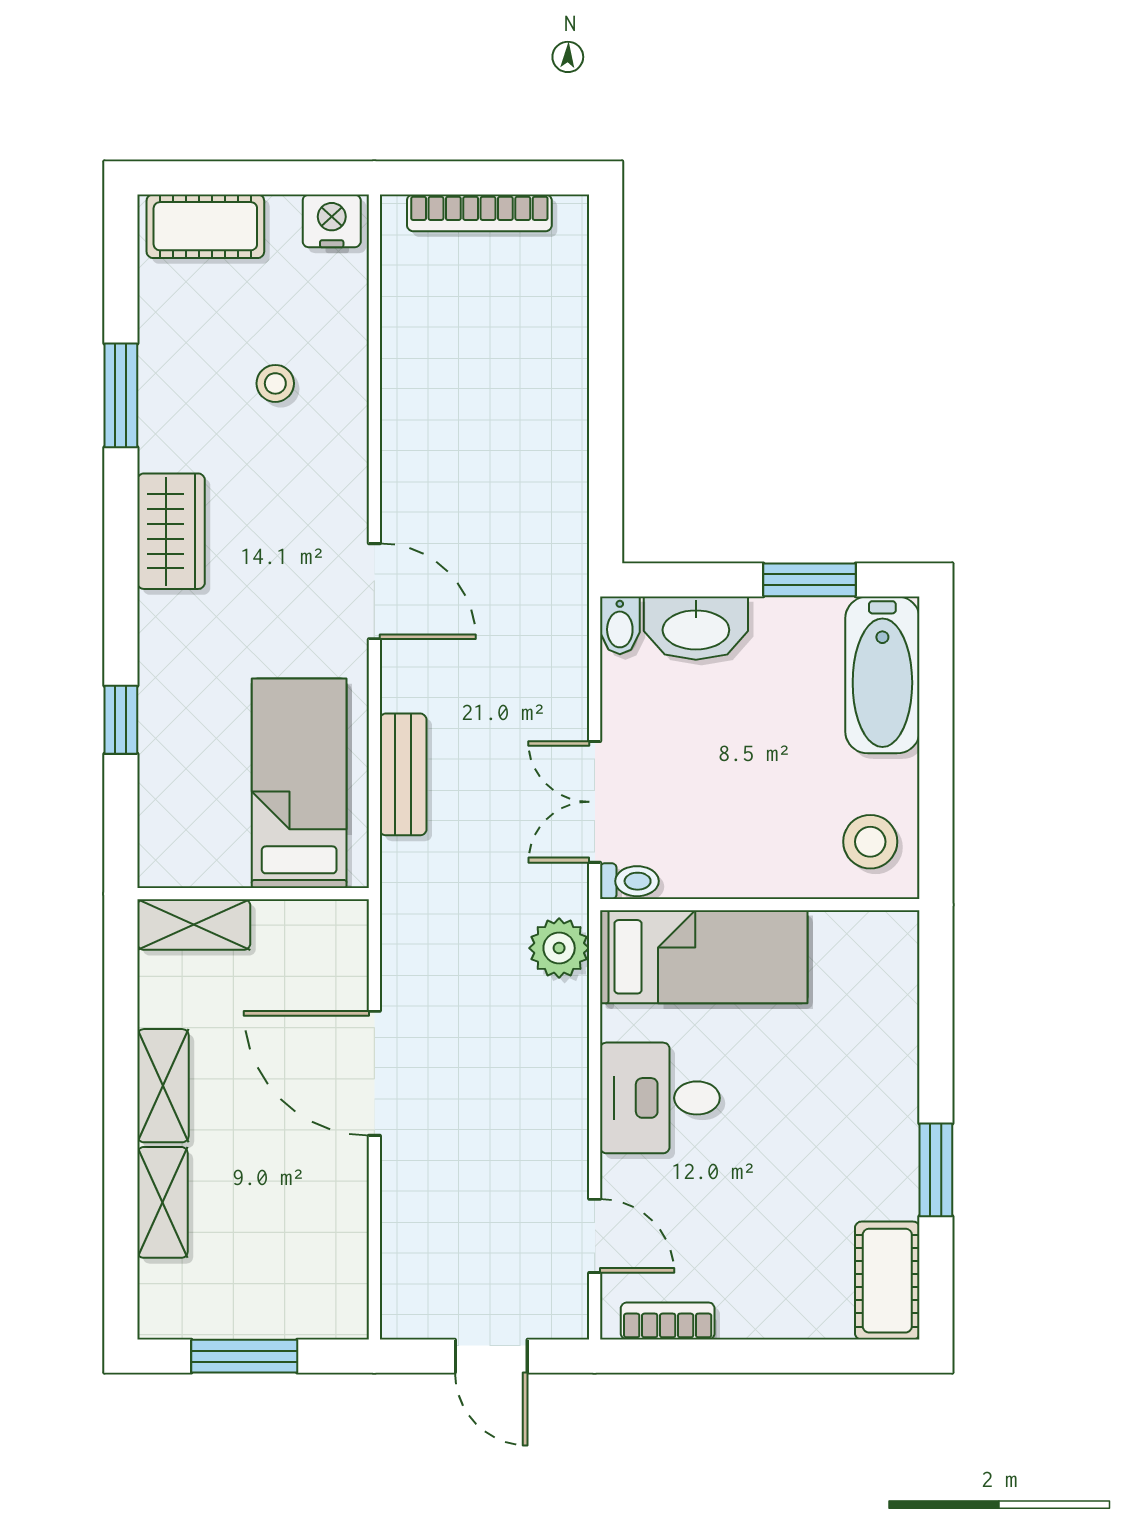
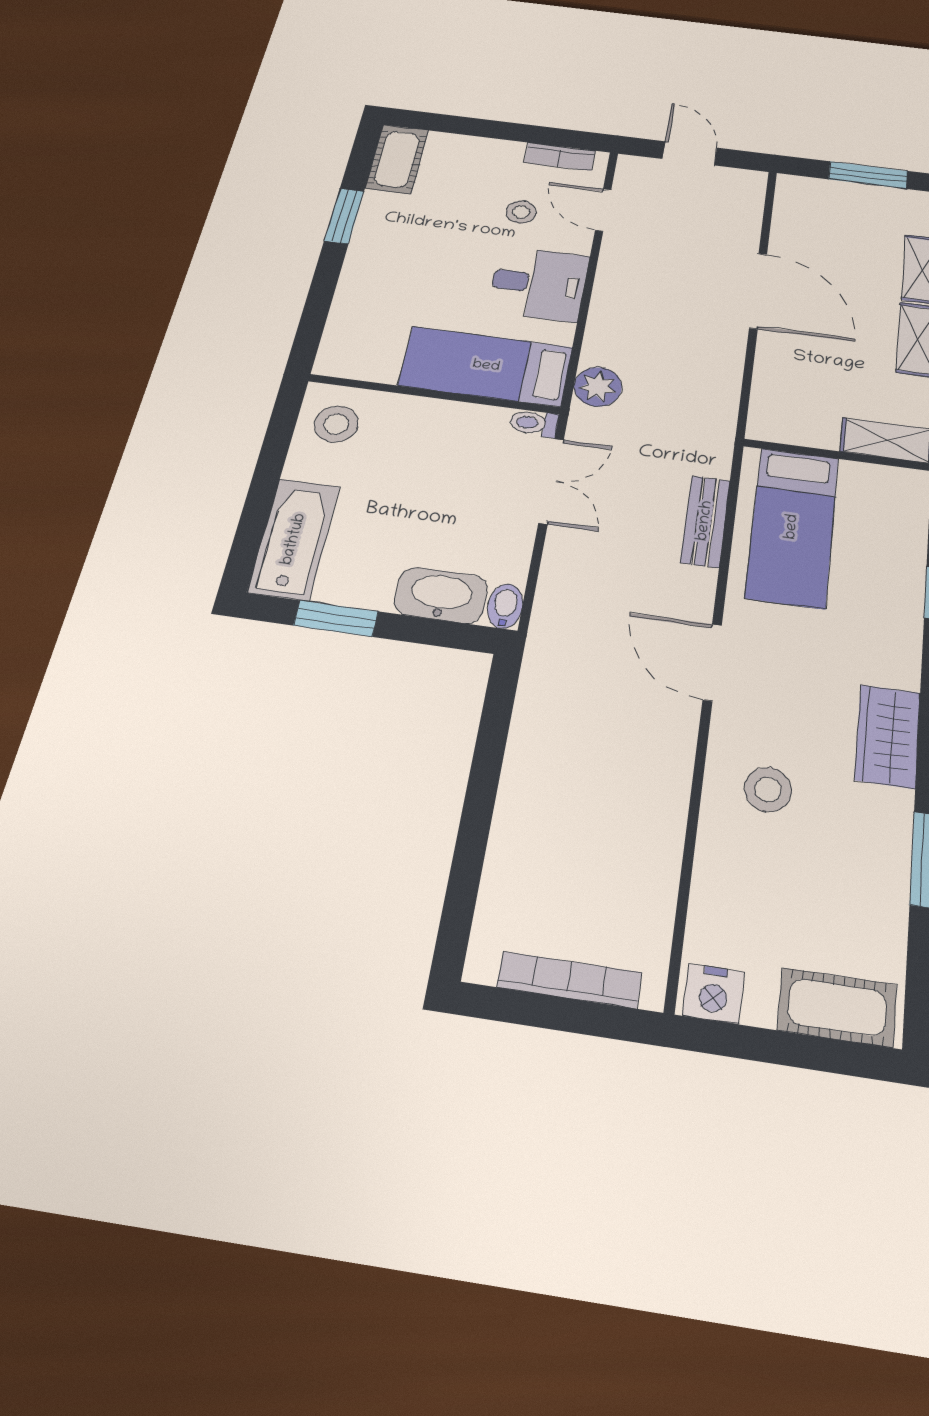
stool: (275, 383) -> (768, 790), moved, width x1.37, depth x1.37
door: (374, 1073) -> (758, 291), moved
stool: (703, 1215) -> (521, 212), added

